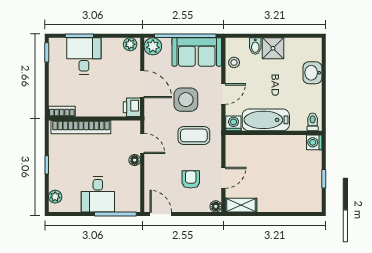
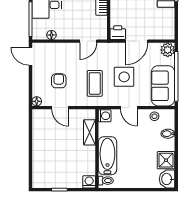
plant: (130, 44) -> (169, 31), removed
shower: (273, 48) -> (166, 160), moved
washbasin: (312, 73) -> (167, 179), moved, turned -90
bathtub: (266, 120) -> (107, 156), moved
floor lamp: (135, 160) -> (51, 35), moved
armchair: (191, 179) -> (59, 81), turned -90
shelving: (241, 205) -> (90, 132), moved
door: (161, 214) -> (30, 56), swing flipped

